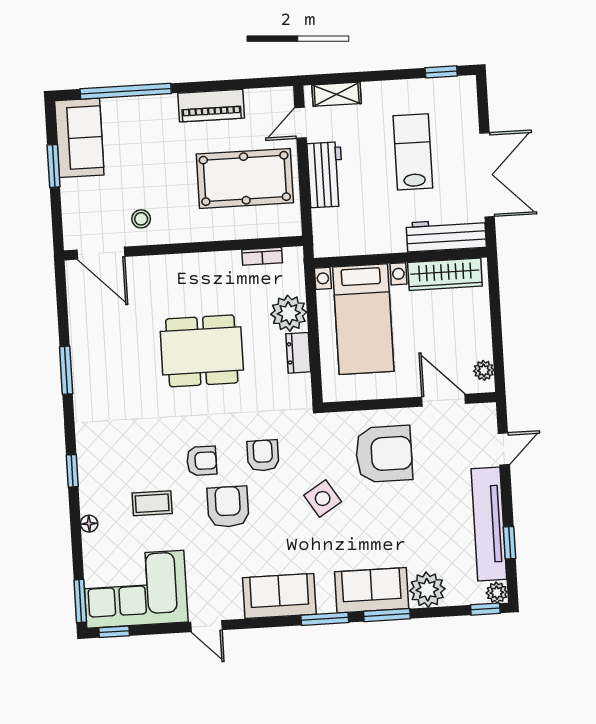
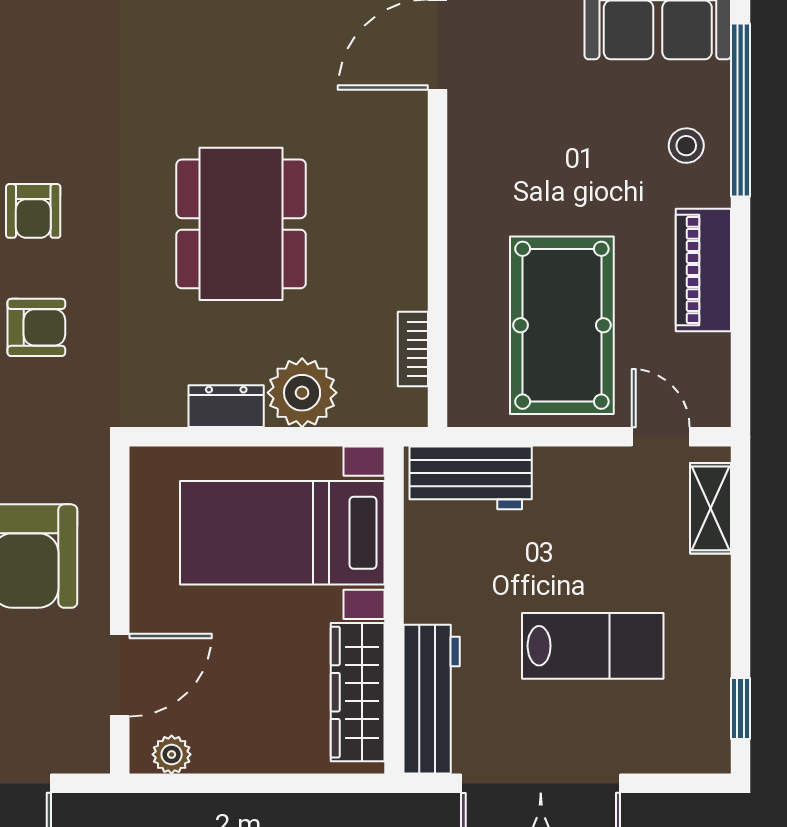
workbench: (325, 175) -> (471, 478), moved
stool: (141, 219) -> (686, 146), moved

